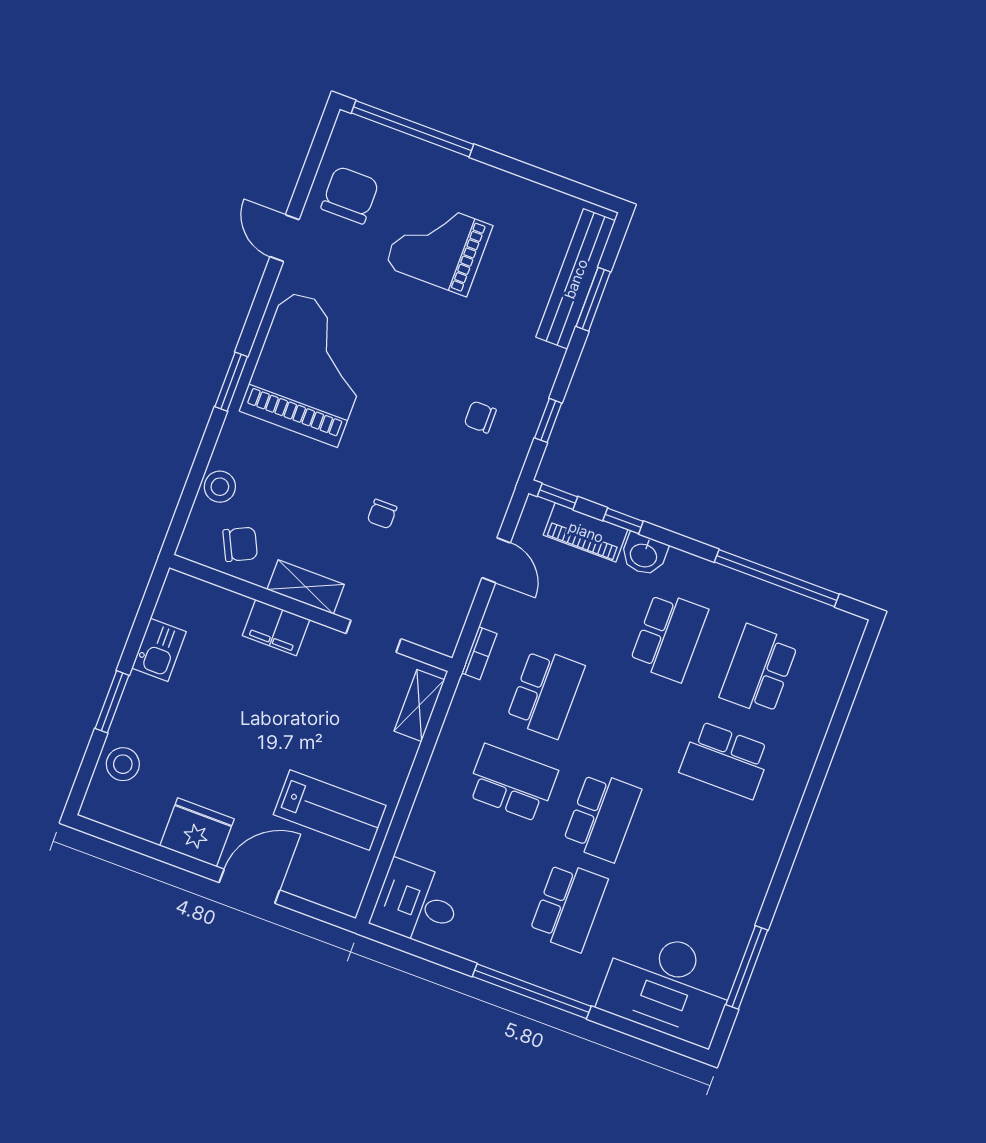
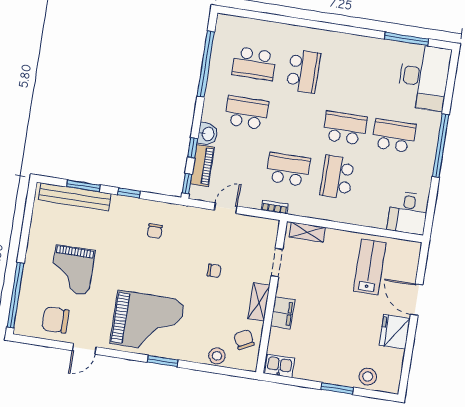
grand piano: (311, 368) -> (147, 322), turned 180
window: (548, 420) -> (129, 193), moved
kitchen sink: (159, 650) -> (279, 366), moved

